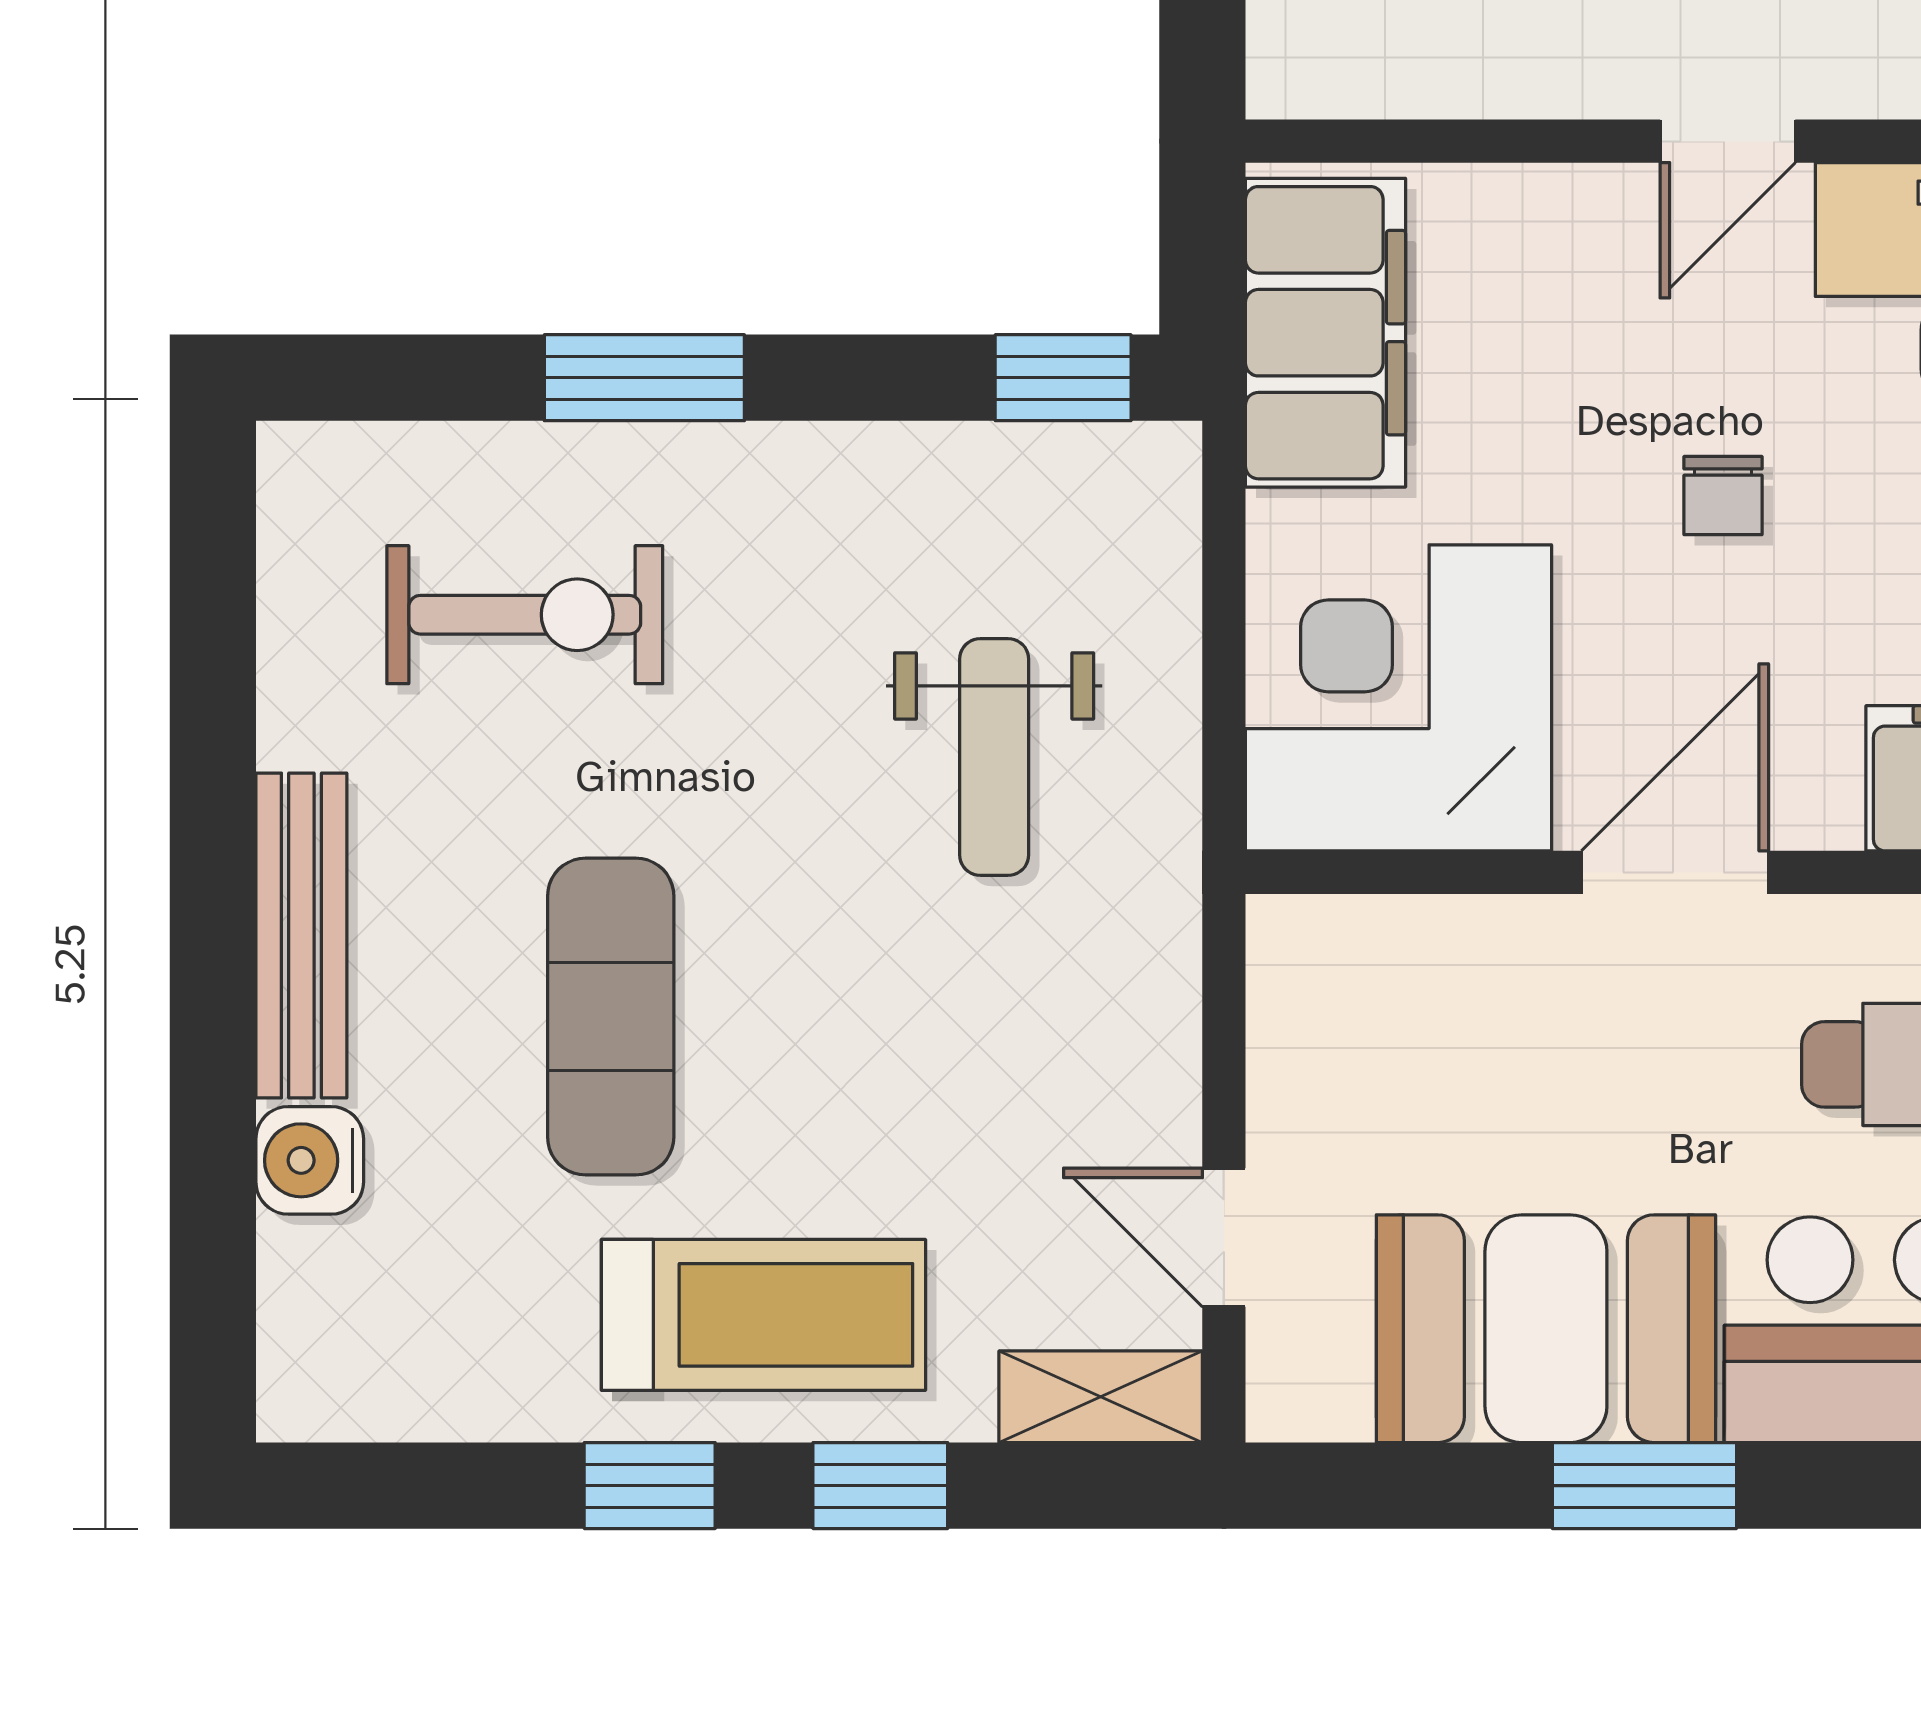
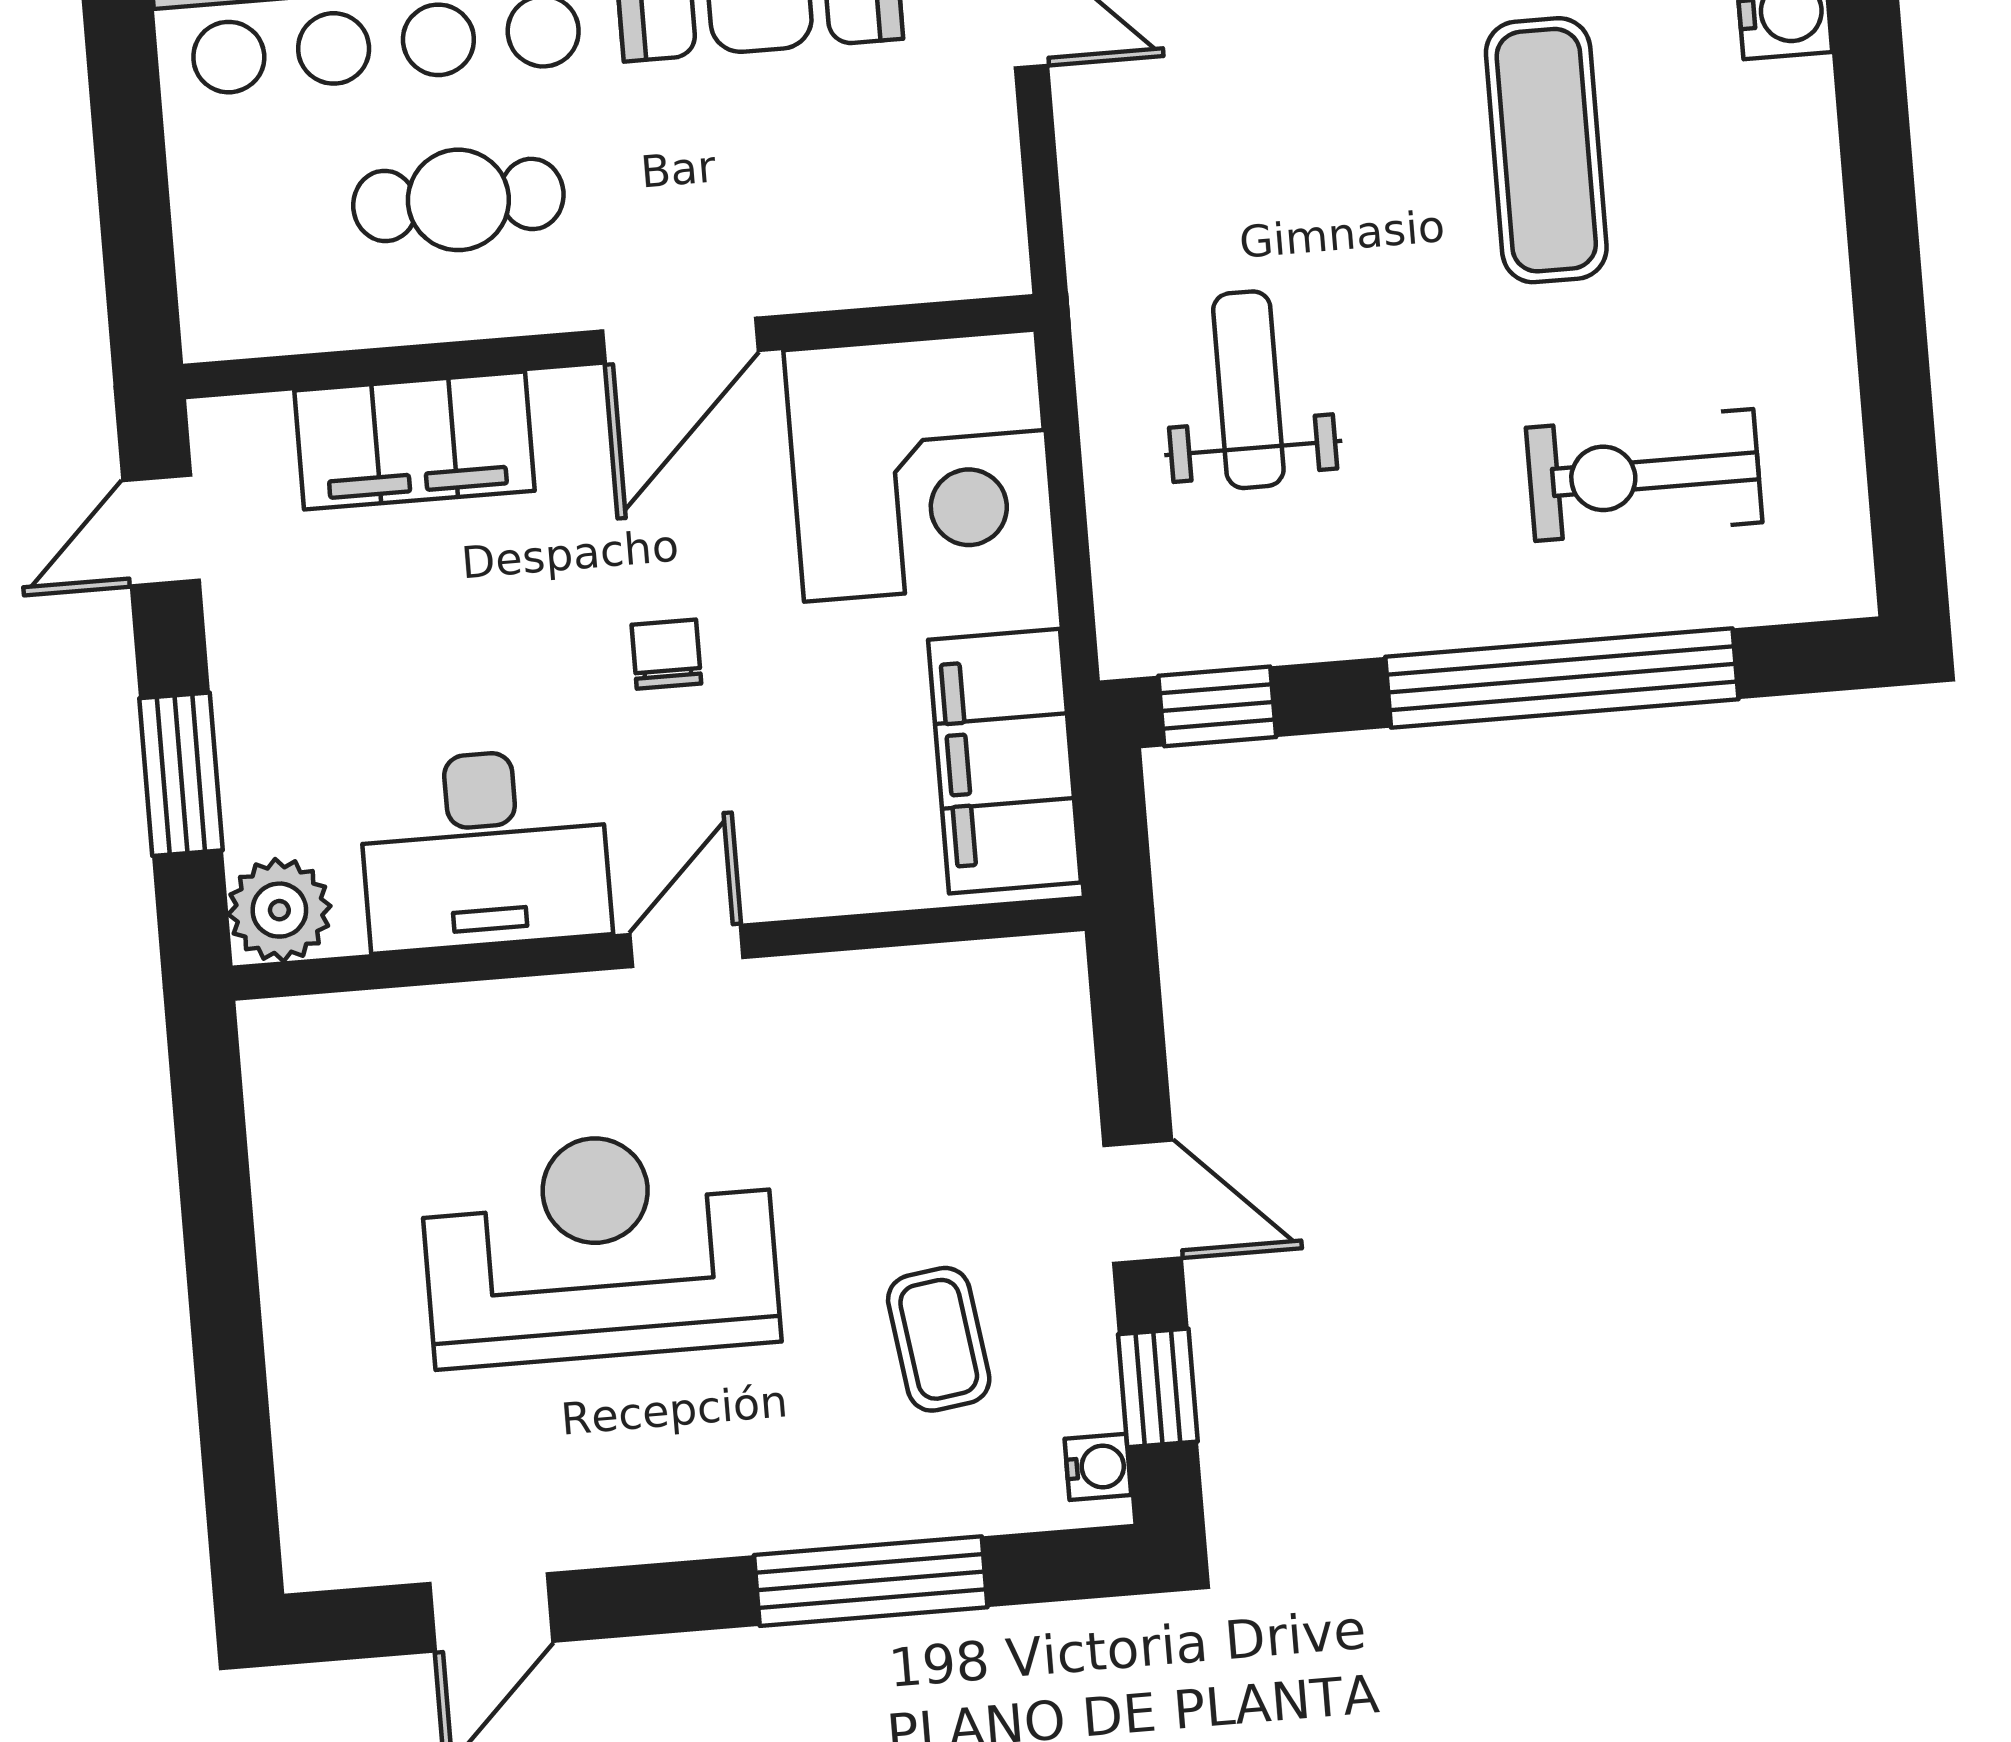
window: (644, 378) -> (1562, 678), width x2.11
bench: (301, 936) -> (1806, 196), removed

